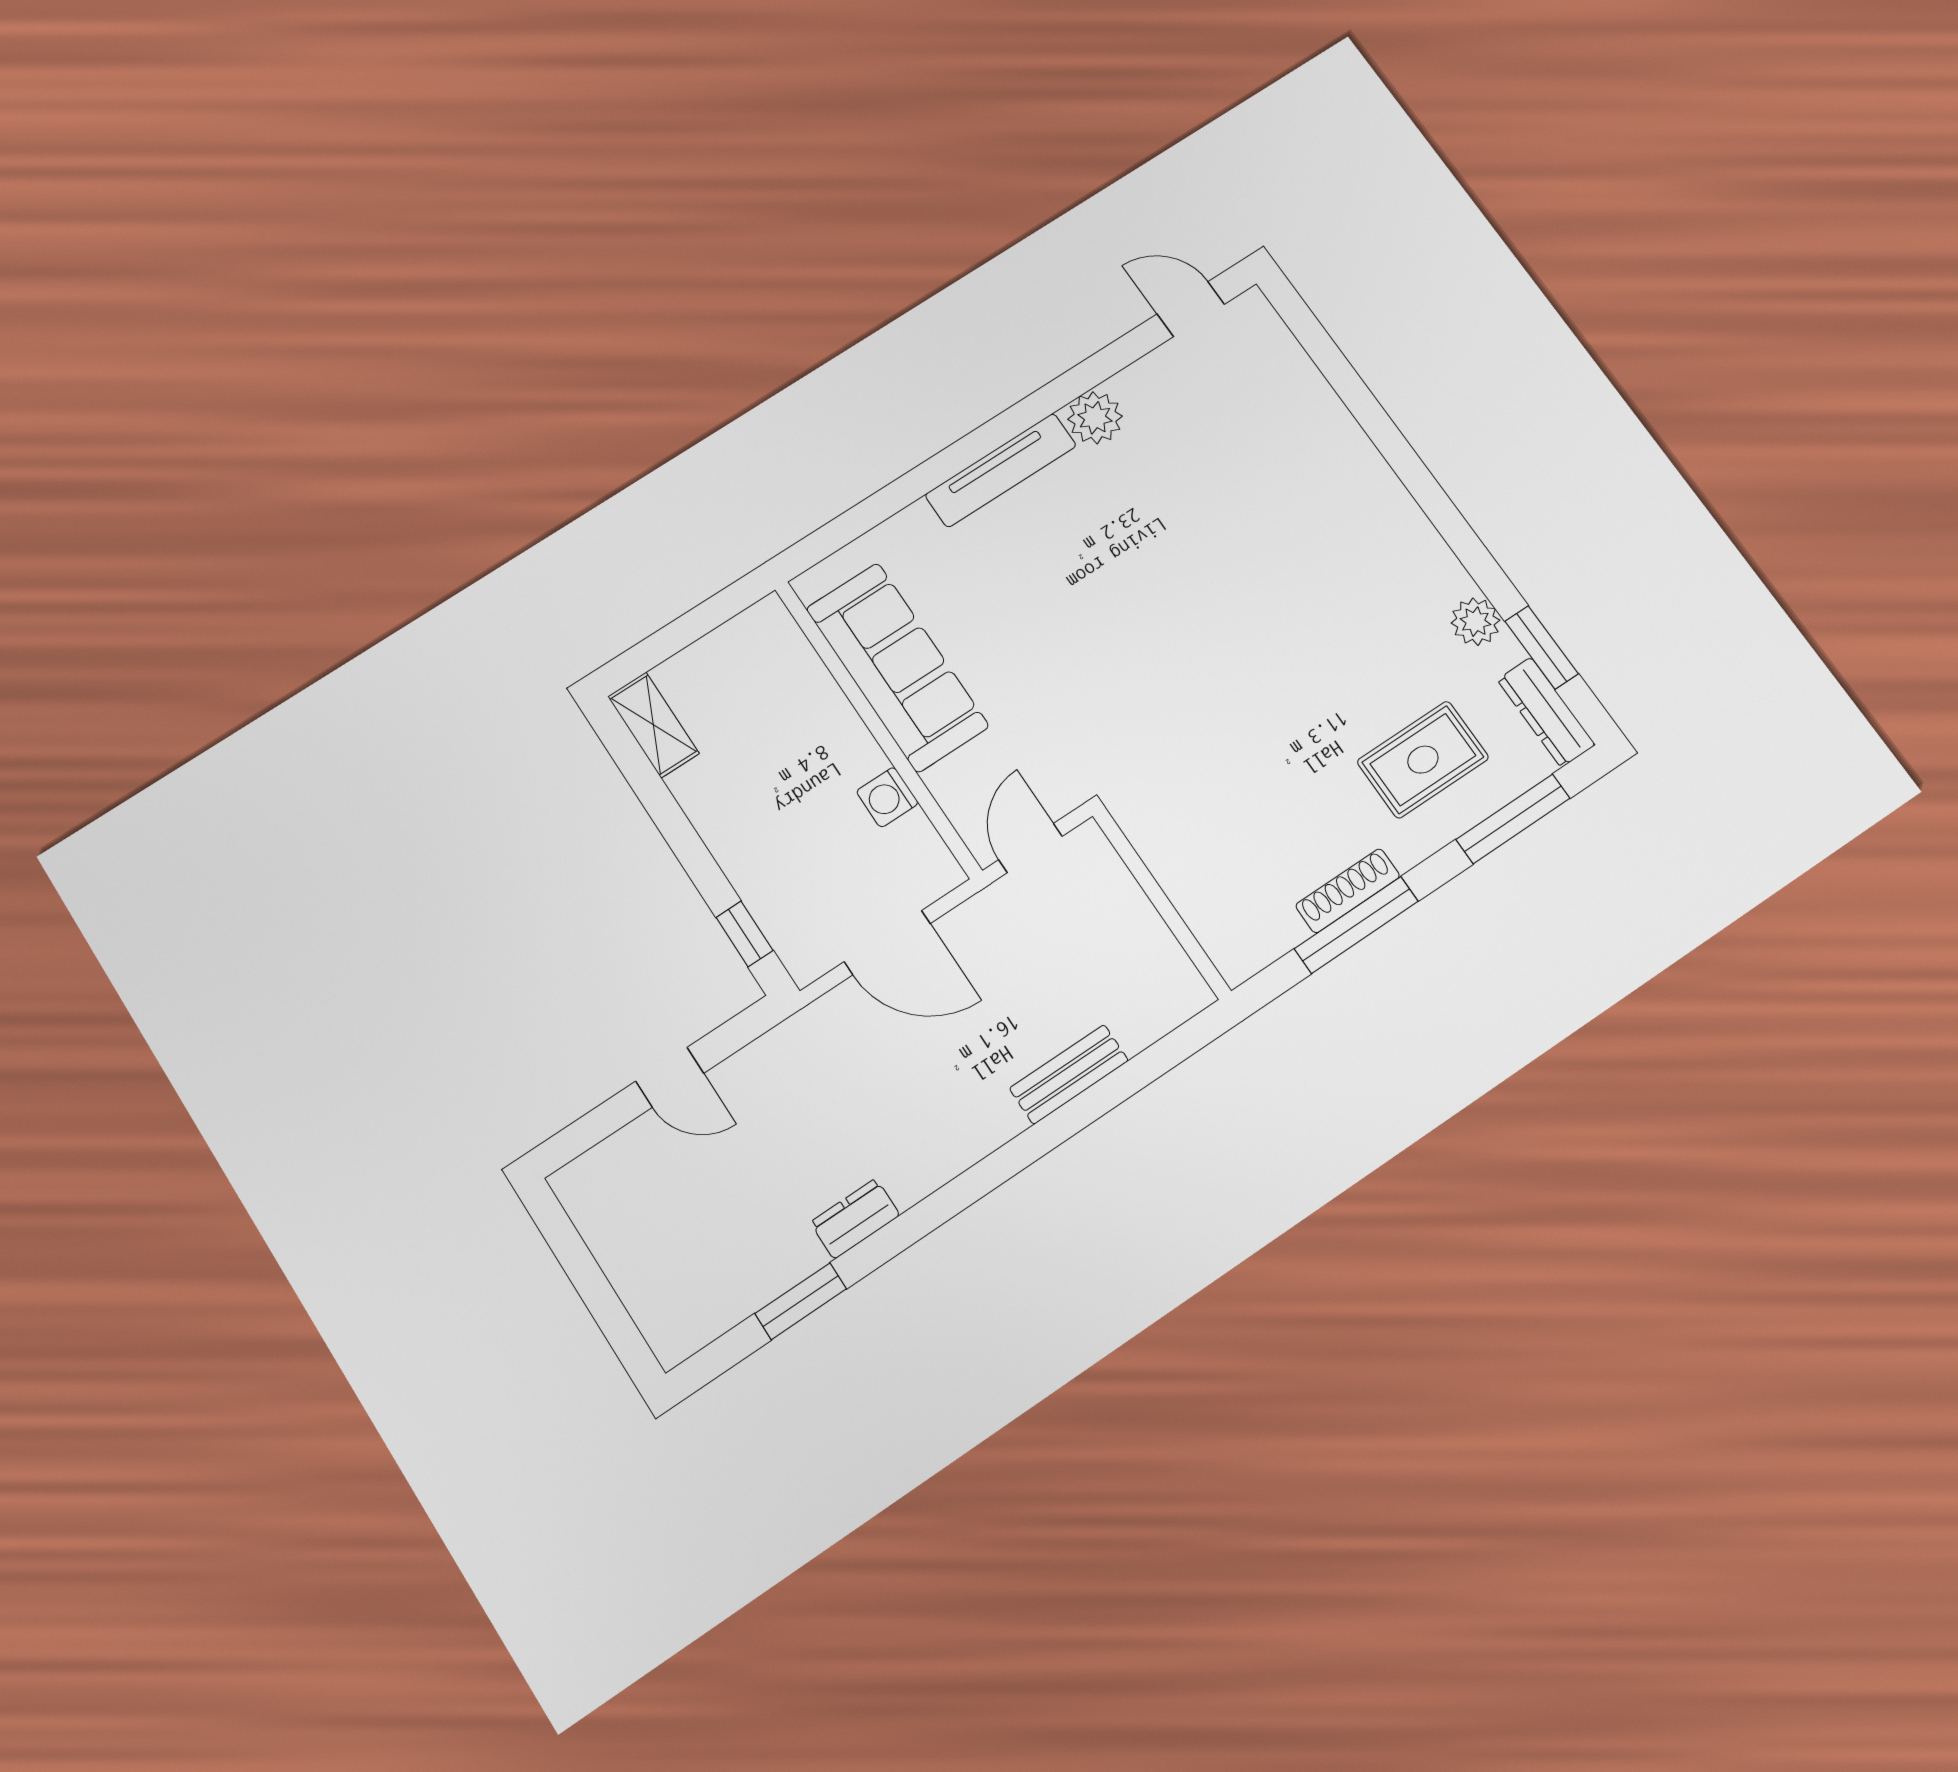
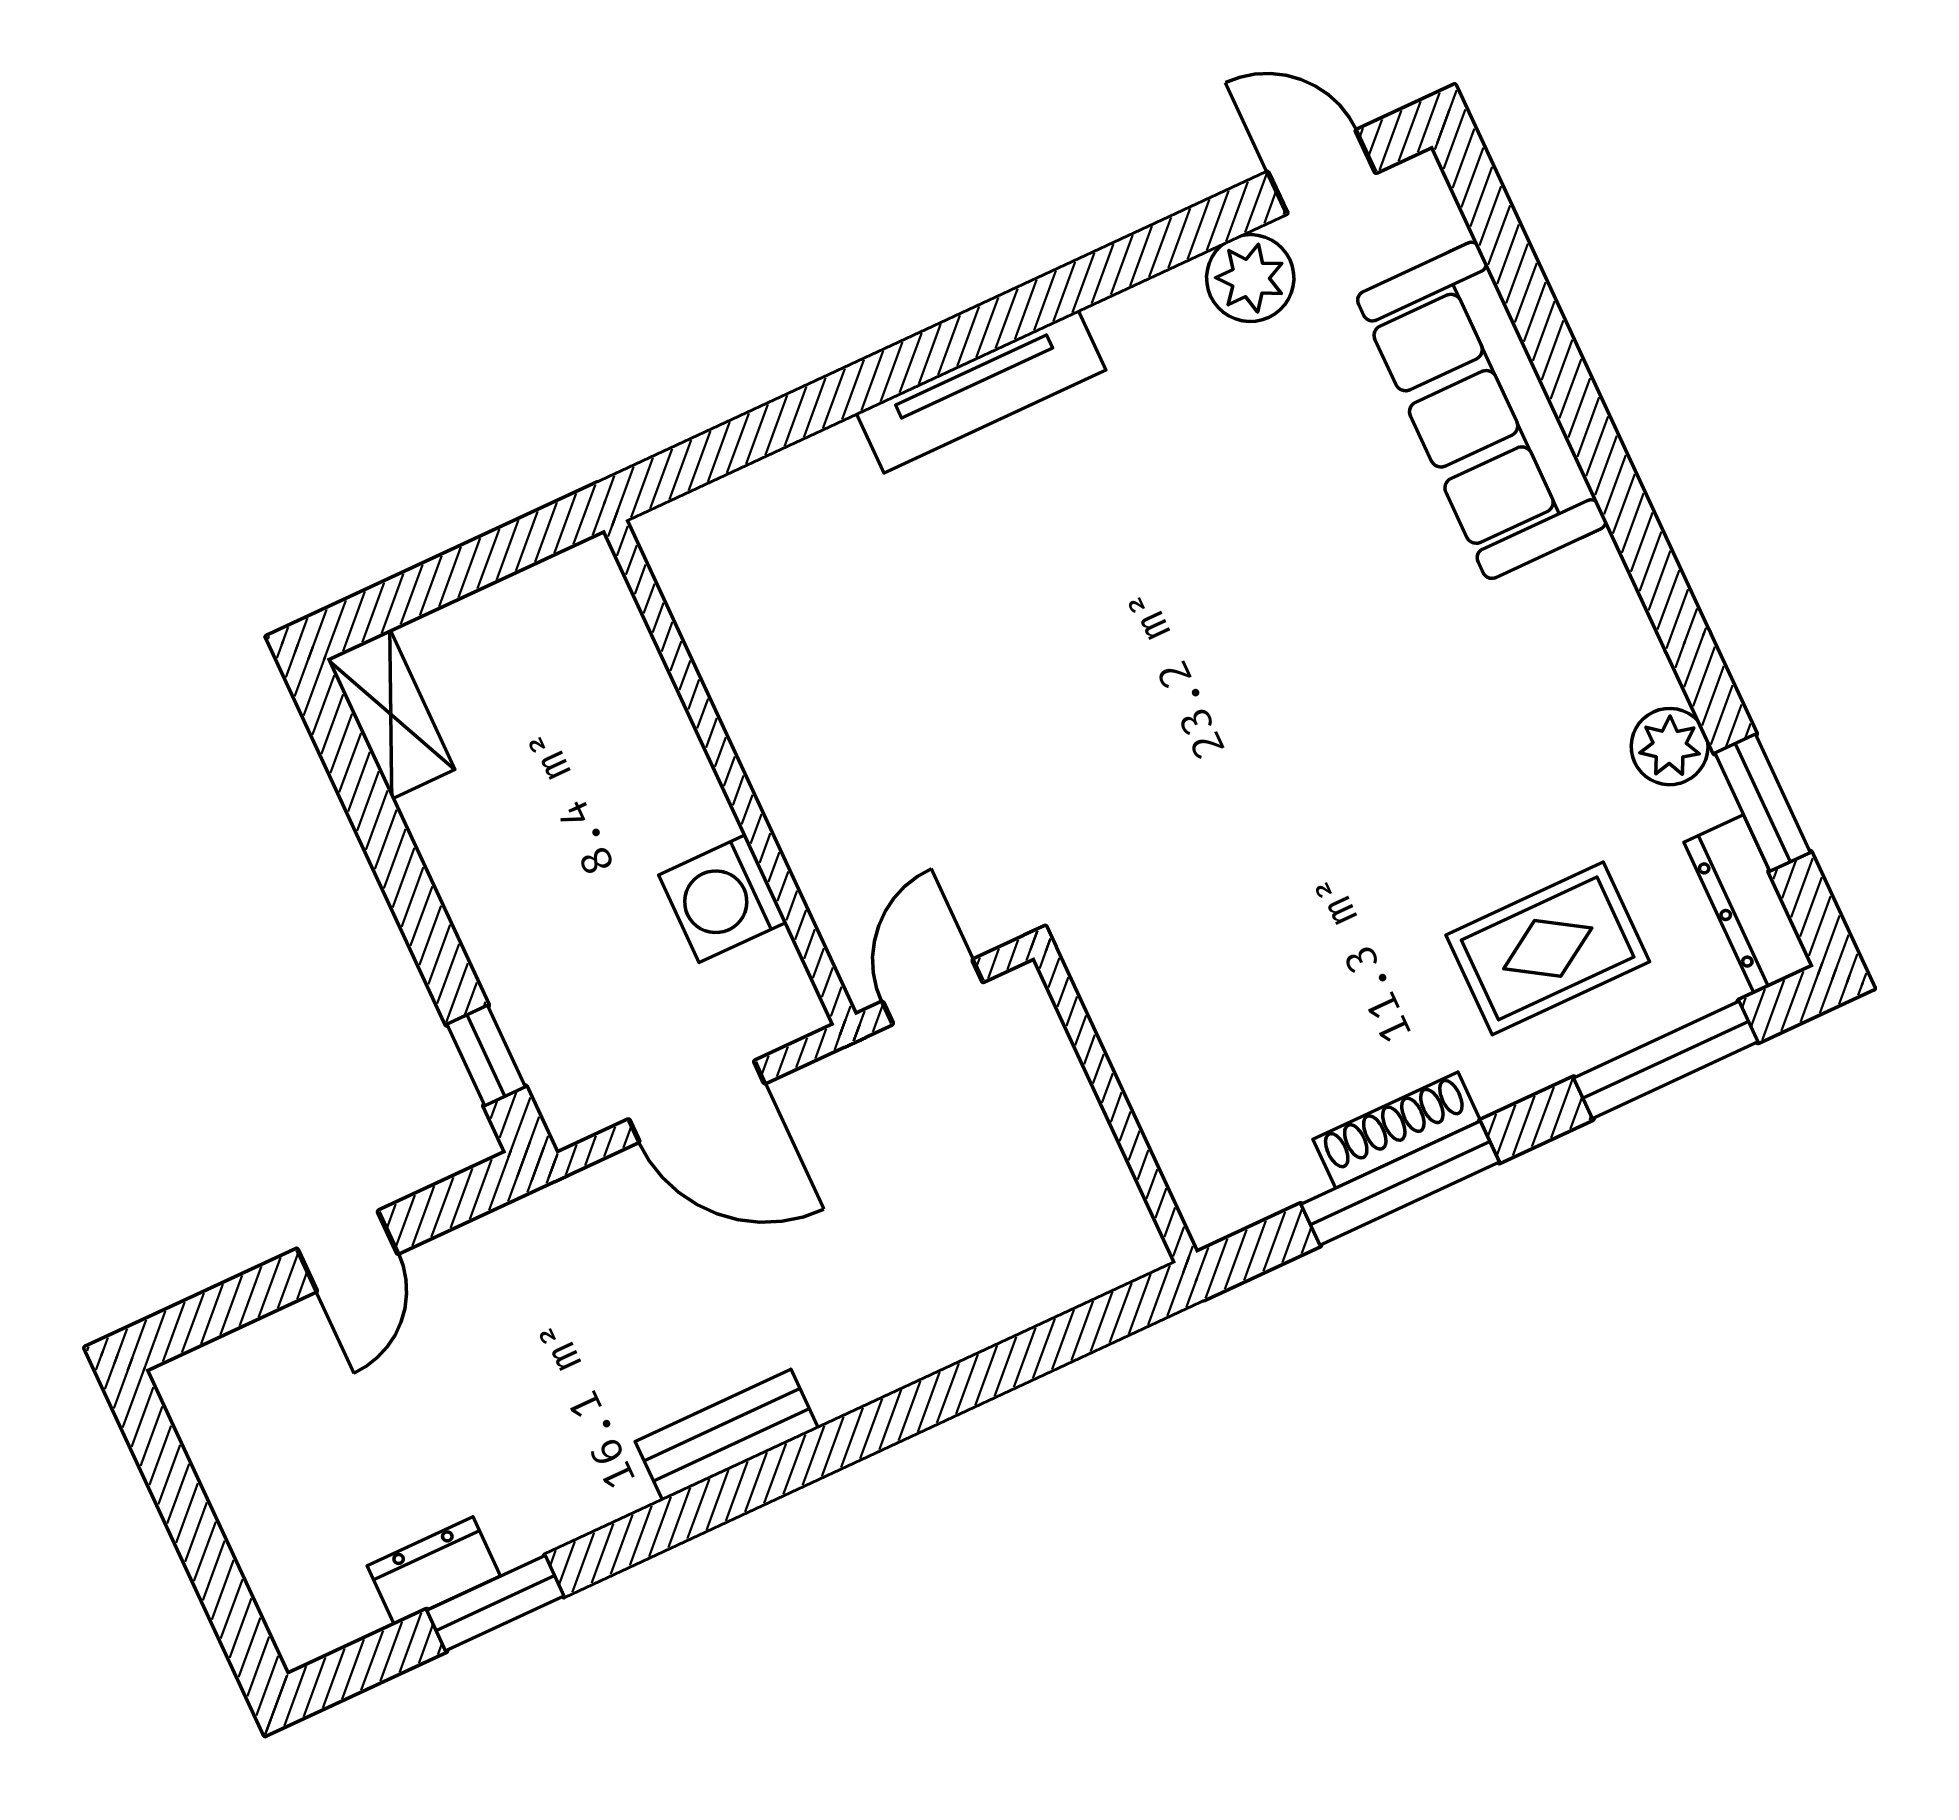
plant: (1095, 418) -> (1250, 278), moved
sofa: (897, 667) -> (1482, 410), moved, turned 180
washing machine: (887, 797) -> (723, 898), width x1.38, depth x1.38
bench: (1069, 1074) -> (727, 1435), moved
door: (670, 1077) -> (347, 1251), hinge flipped
dresser: (855, 1219) -> (434, 1571), moved

